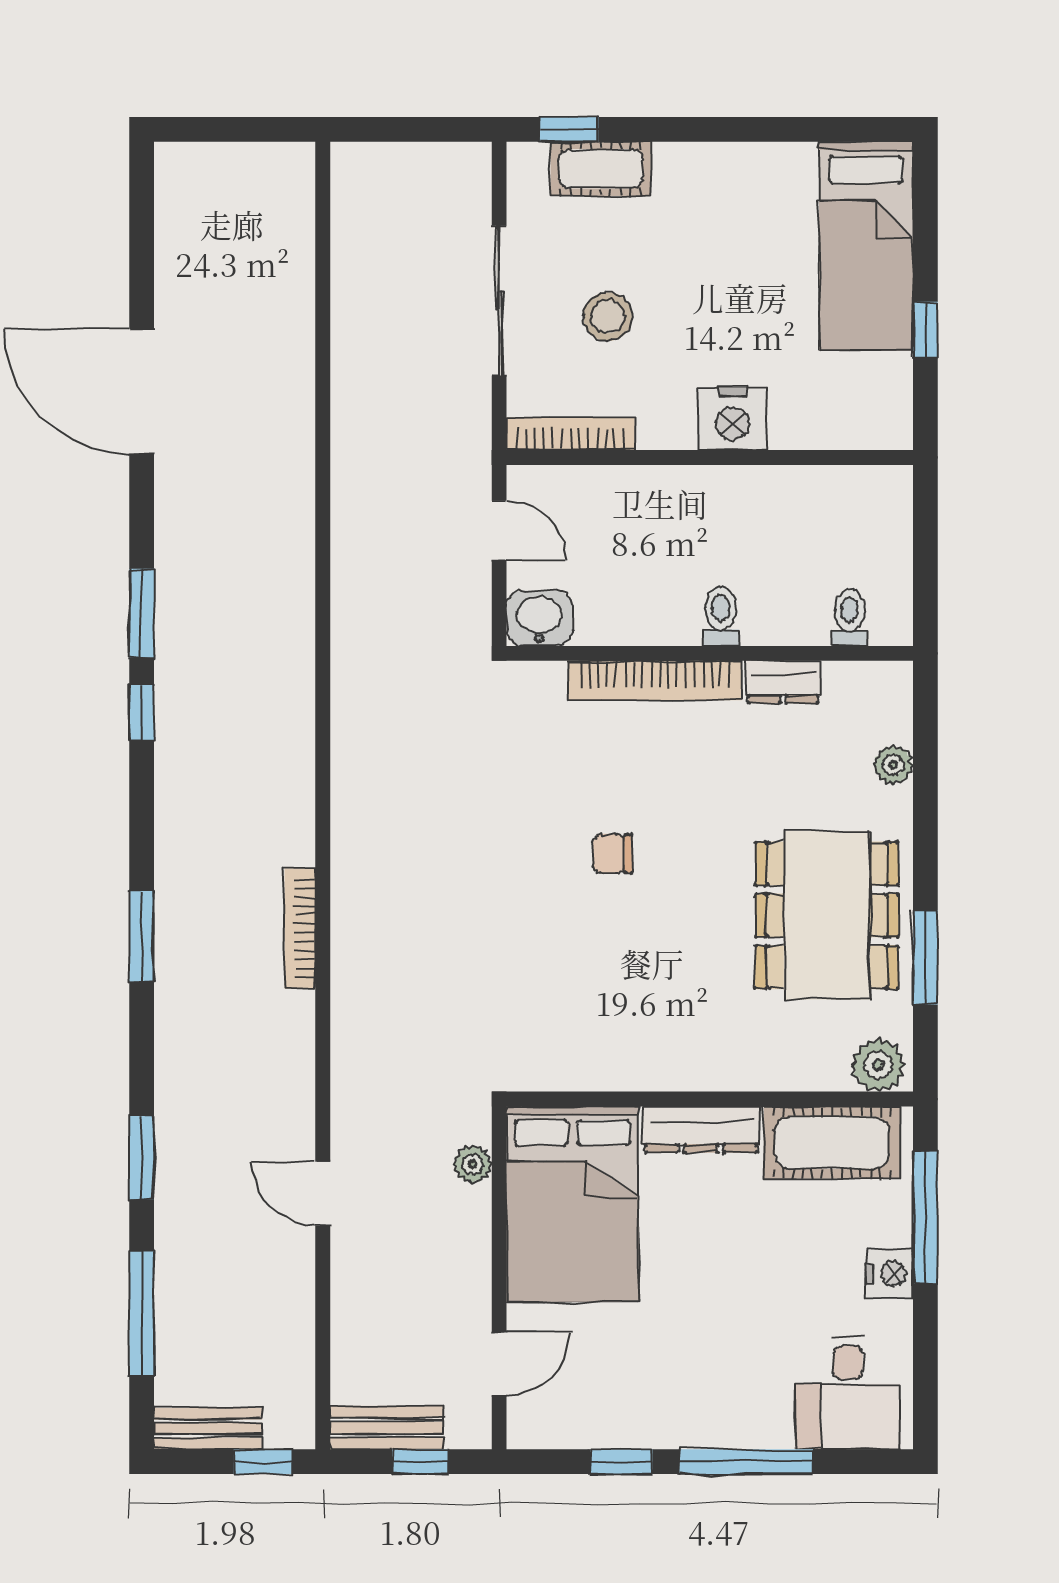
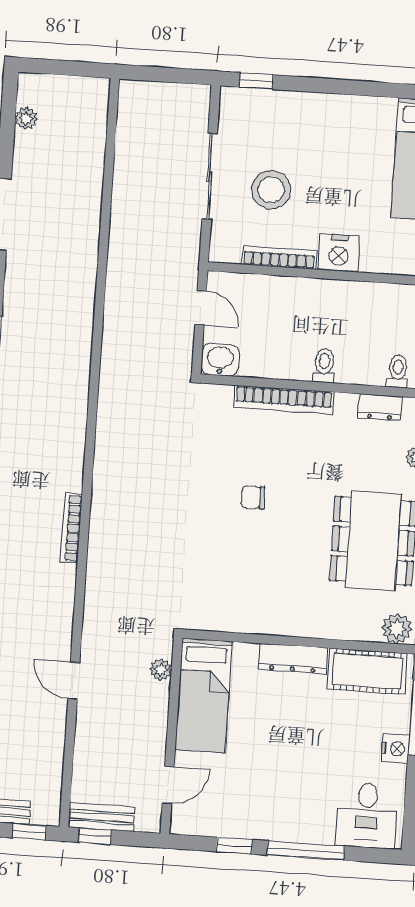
cot: (601, 169) -> (273, 105), removed
plant: (173, 222) -> (26, 118), added
stool: (608, 317) -> (271, 190), width x1.38, depth x1.38
bookcase: (571, 434) -> (279, 258), moved
dresser: (783, 682) -> (380, 407), moved
bed: (572, 1204) -> (204, 695), width x0.67
window: (420, 1462) -> (95, 836), moved

